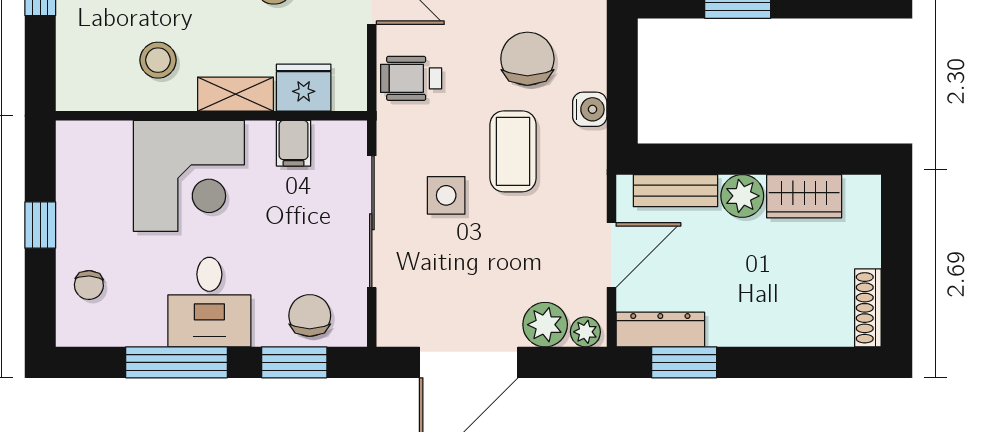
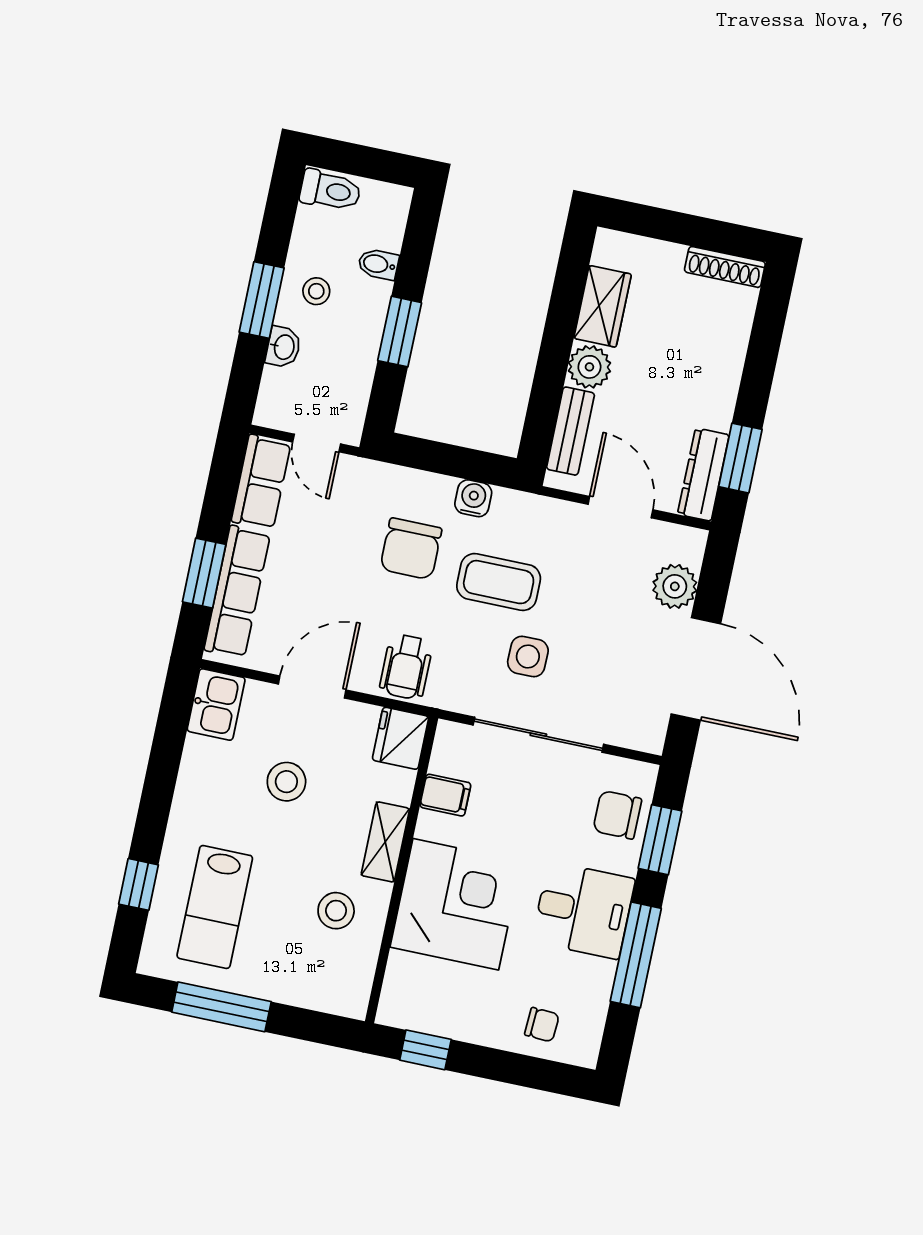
chair: (527, 59) -> (411, 549), turned -90
fridge: (304, 88) -> (401, 738), moved
window: (40, 225) -> (425, 1050), moved
plant: (585, 332) -> (690, 548), removed

